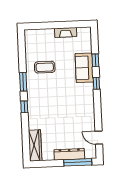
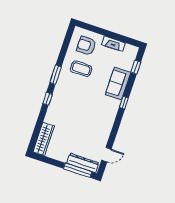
armchair: (41, 44) -> (86, 46), added
window: (95, 60) -> (136, 67), moved
door: (99, 138) -> (106, 155), swing flipped
dresser: (69, 154) -> (83, 163), moved

